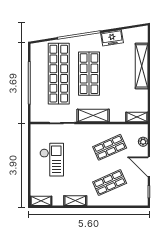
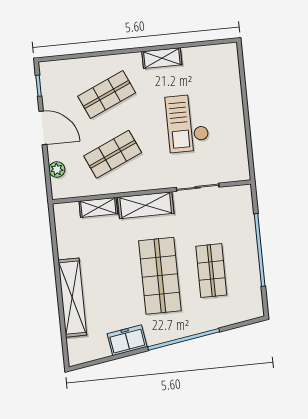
shop shelf: (59, 74) -> (211, 271), width x0.50, depth x0.74
shelving: (137, 117) -> (98, 207), moved
checkout: (52, 160) -> (187, 123), moved
shelving: (41, 201) -> (220, 52), removed

